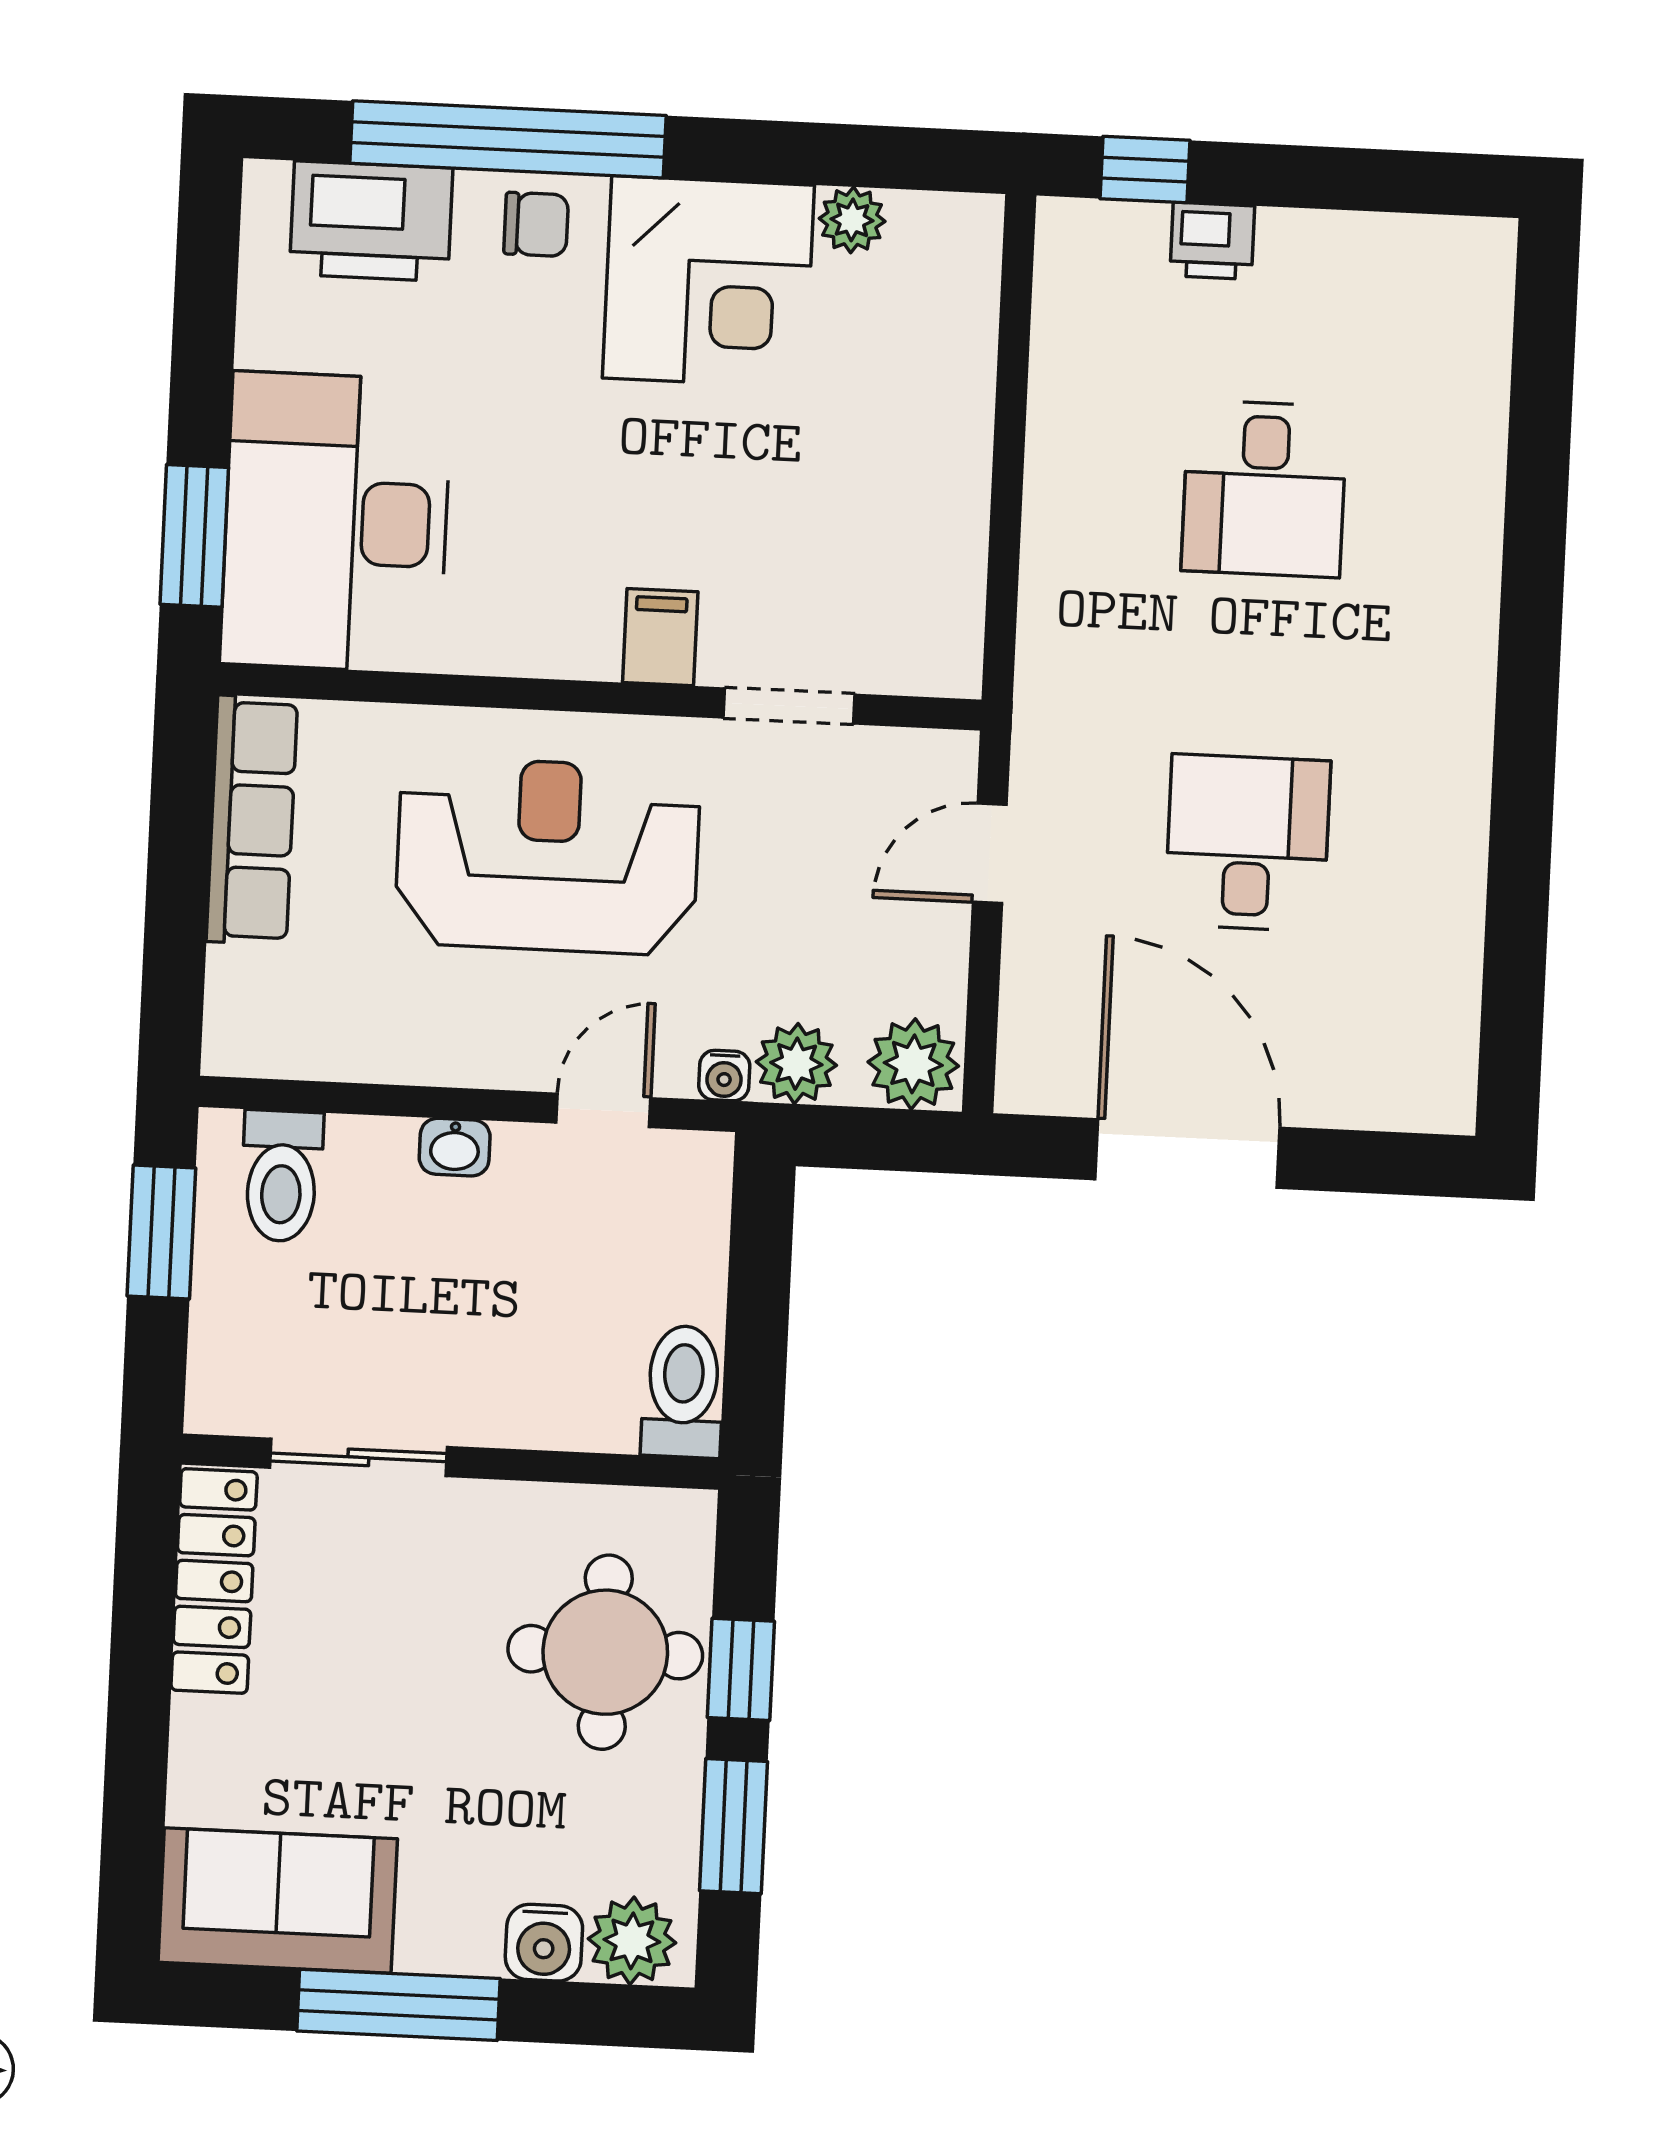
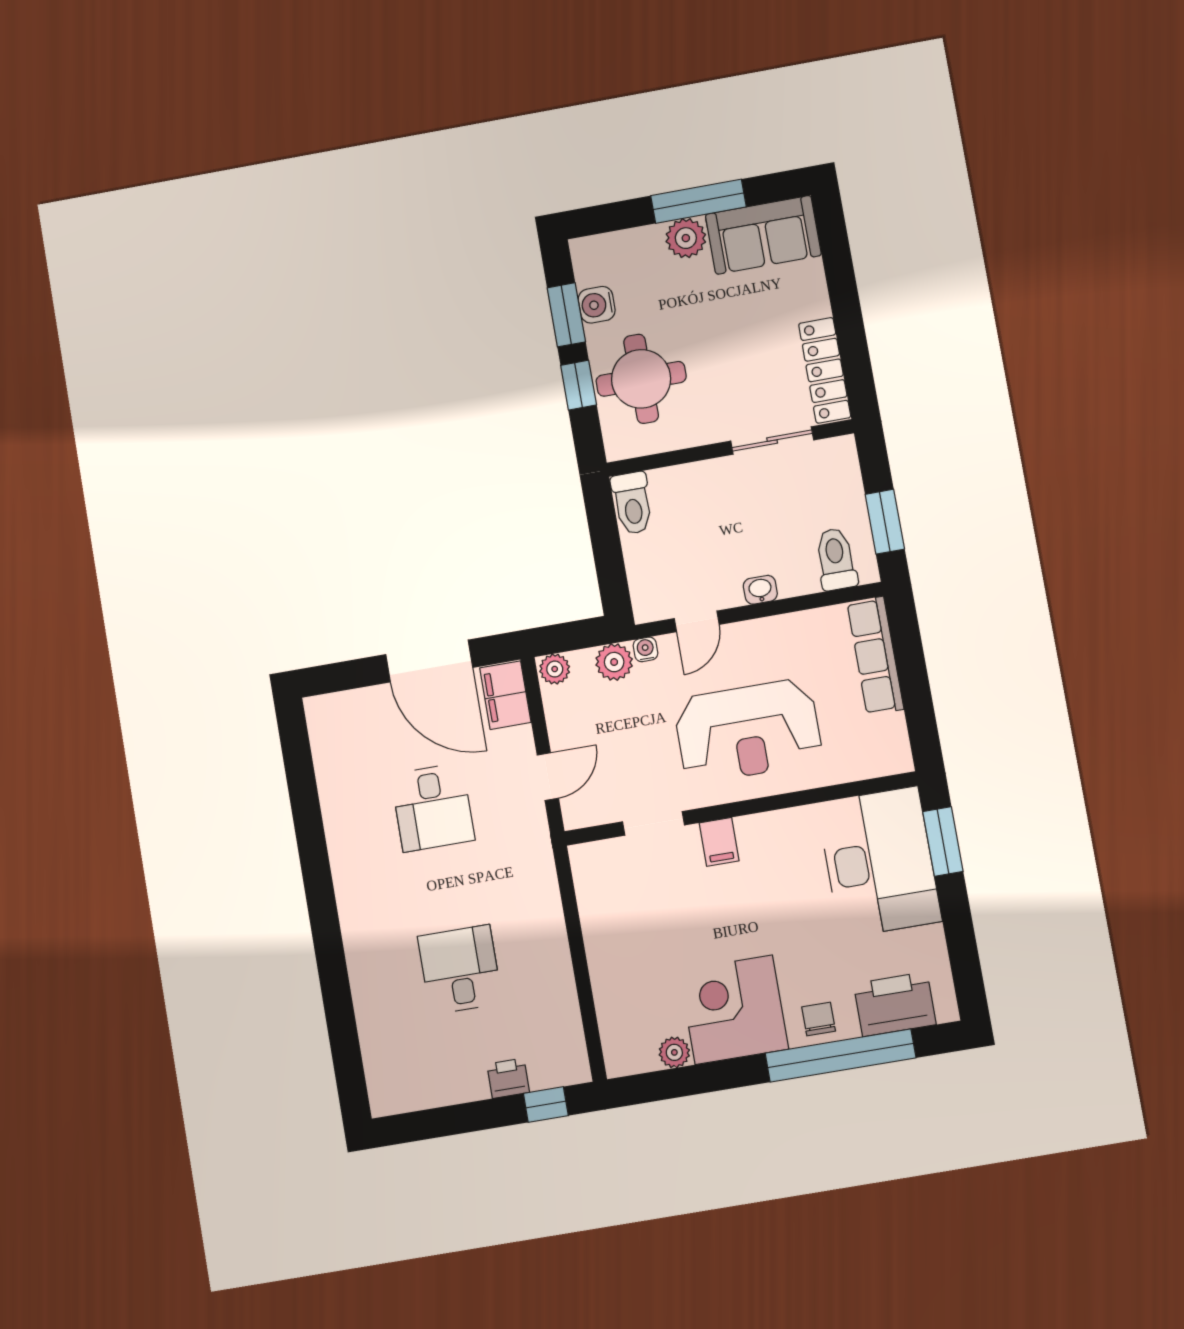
chair: (536, 224) -> (819, 1019), turned 90
row of seats: (252, 820) -> (875, 656), moved
filing cabinet: (1042, 1045) -> (505, 695), added
plant: (913, 1064) -> (555, 669), width x0.73, depth x0.73
plant: (632, 1941) -> (686, 238), moved
water cooler: (544, 1943) -> (597, 305), moved, turned -90

